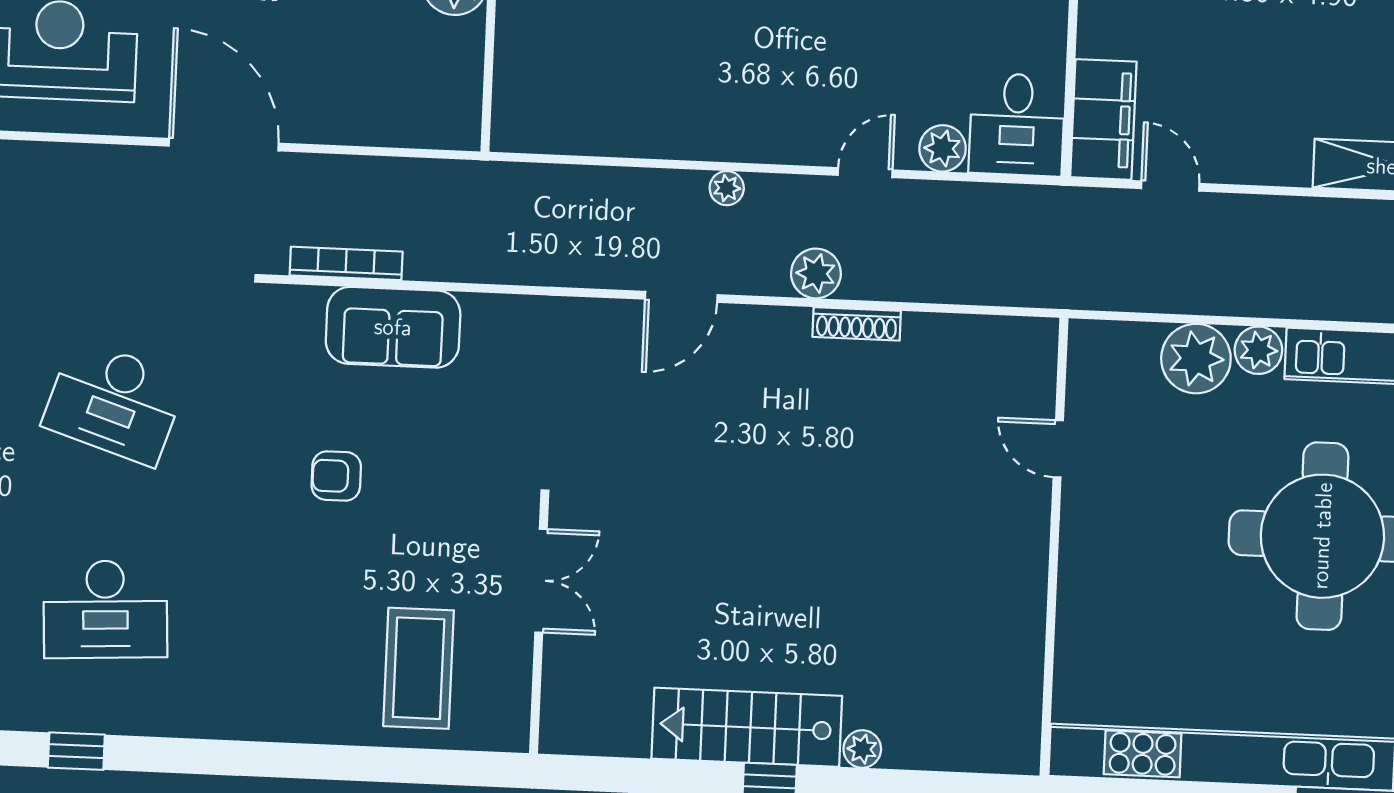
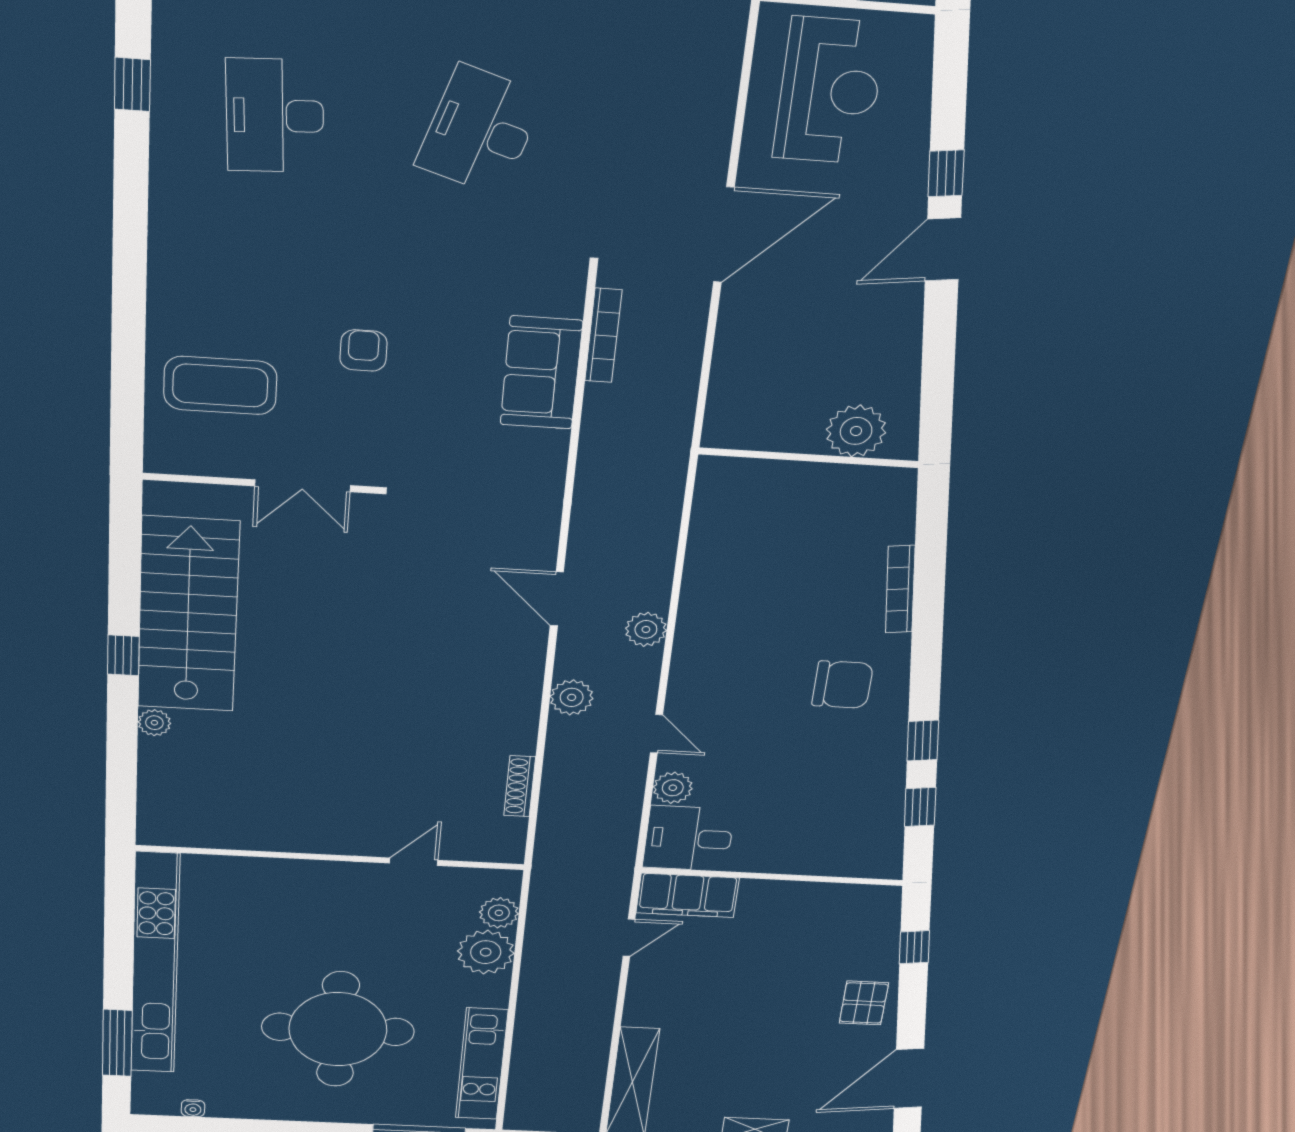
plant: (727, 188) -> (646, 629), width x1.38, depth x1.38
shoe rack: (857, 324) -> (520, 786), moved
plant: (1258, 350) -> (499, 913), moved
armchair: (336, 476) -> (363, 350), moved
stairs: (747, 727) -> (188, 615), width x1.36, depth x1.51

